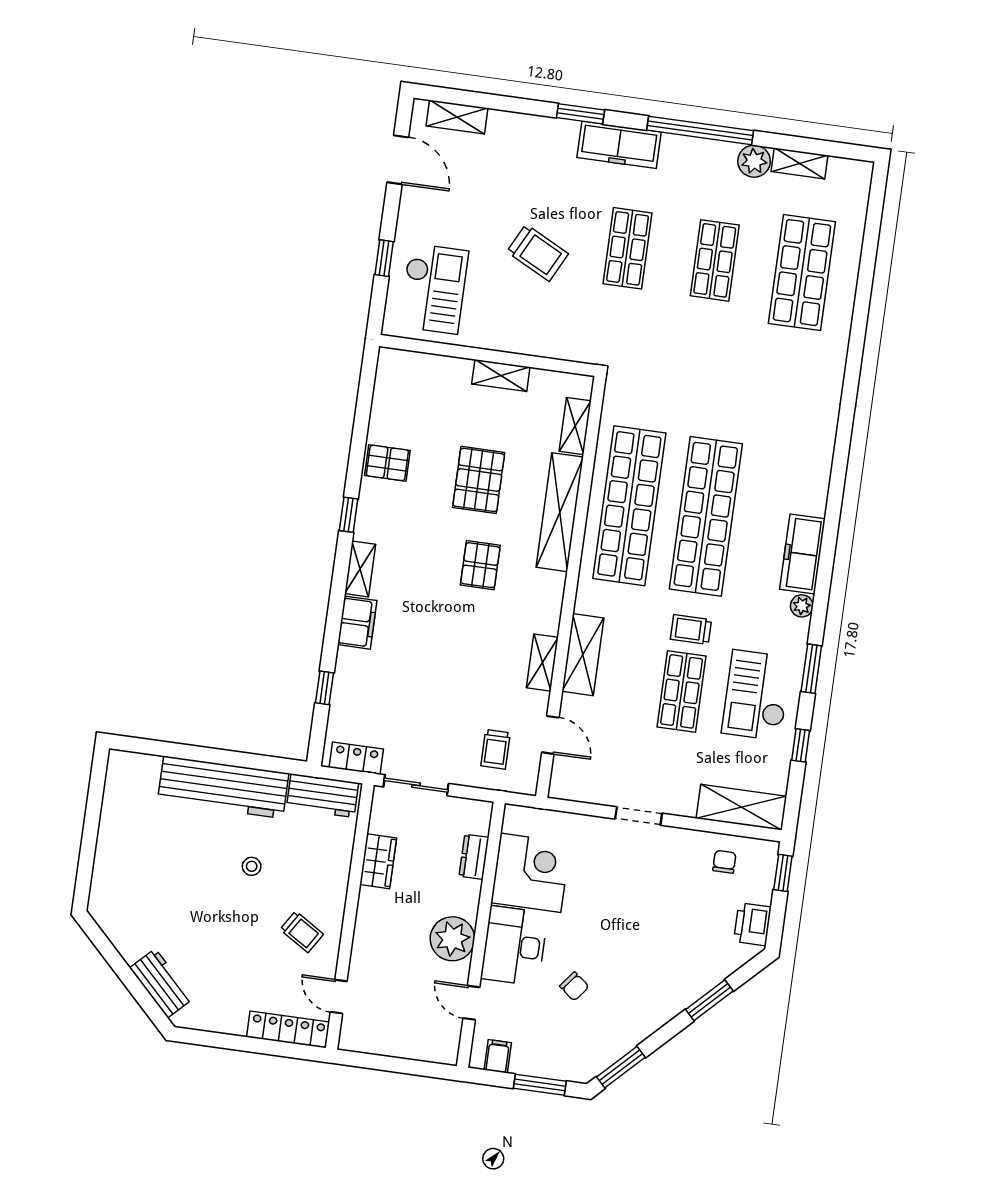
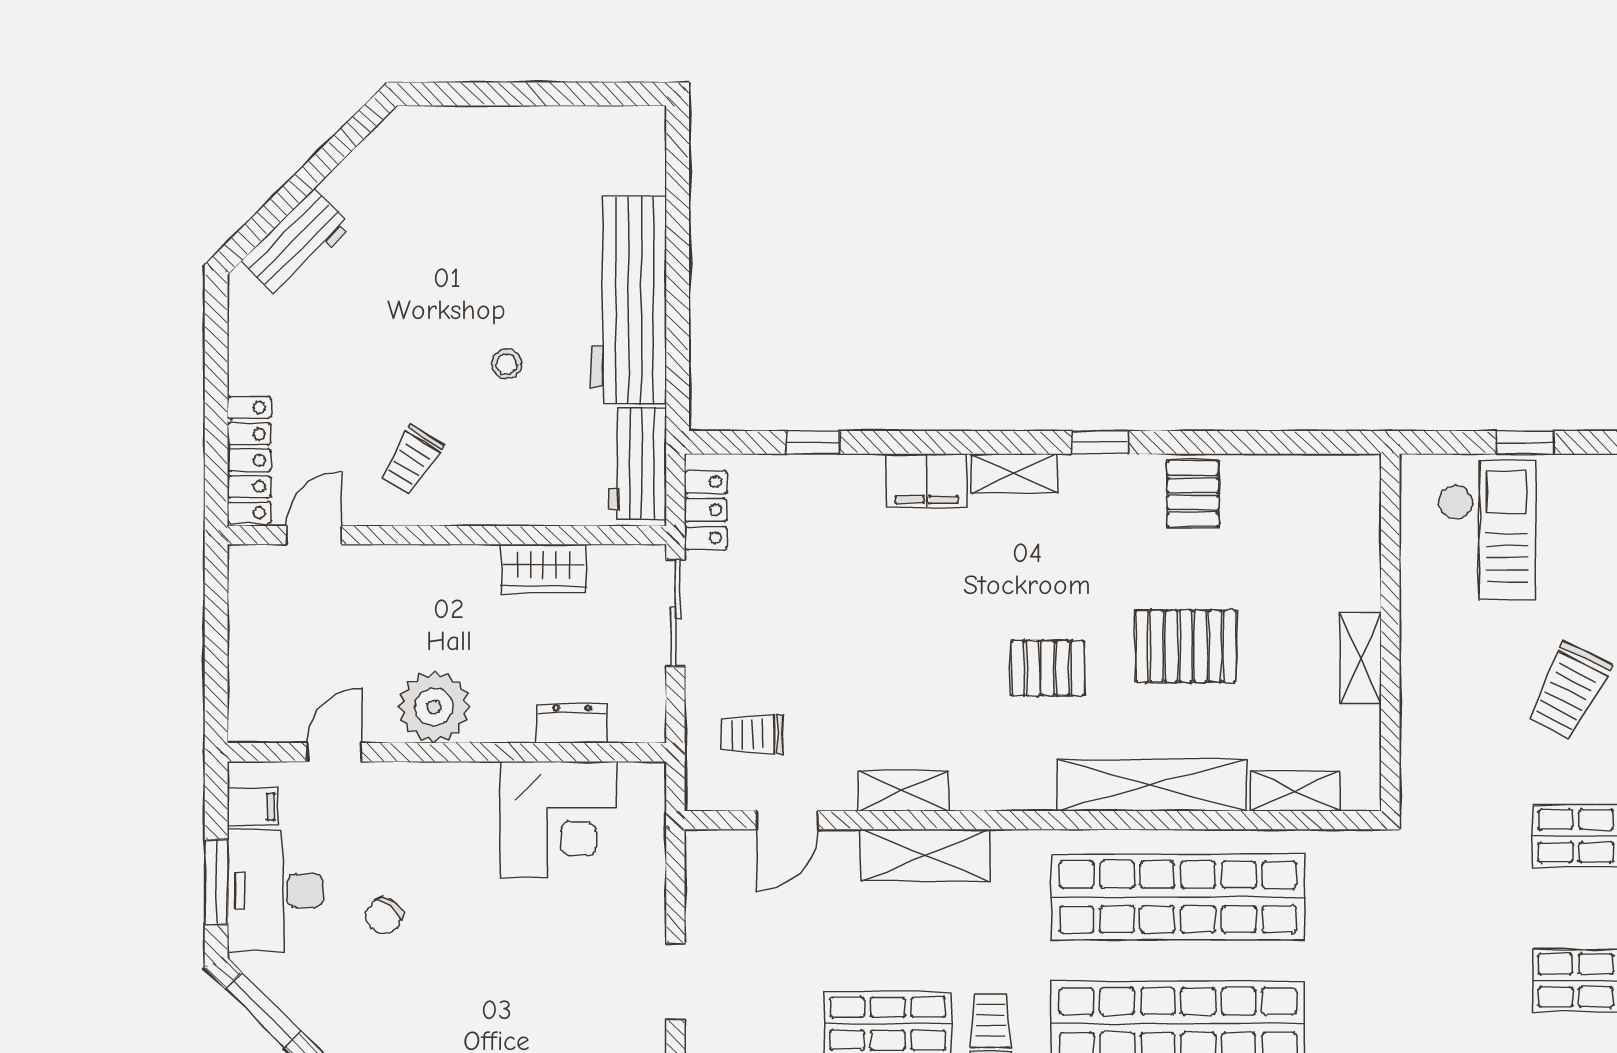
checkout: (434, 289) -> (1487, 530), turned -90
desk: (514, 946) -> (275, 891), moved, turned -90

